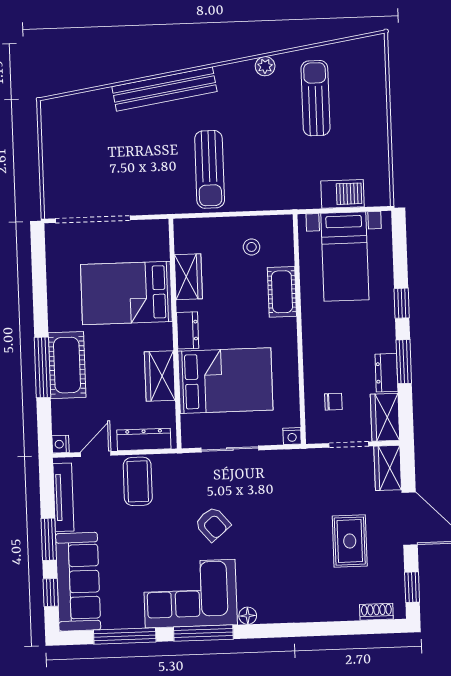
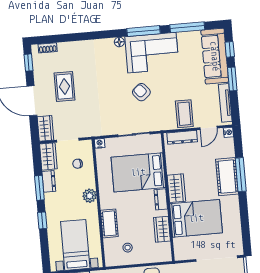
plant: (315, 343) -> (90, 196), added
wardrobe: (160, 376) -> (176, 188), moved

